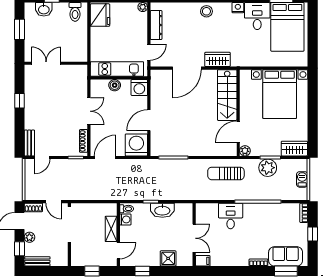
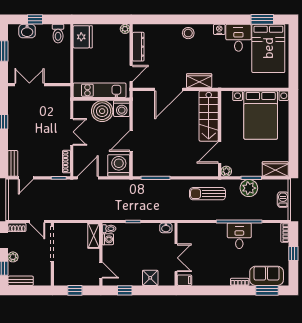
boiler: (115, 85) -> (102, 111), width x1.86, depth x1.86
washbasin: (162, 210) -> (166, 228), moved, width x0.52, depth x0.69
desk: (231, 216) -> (239, 236), moved
shelving: (111, 229) -> (94, 236), moved
door: (118, 251) -> (101, 270), hinge flipped

